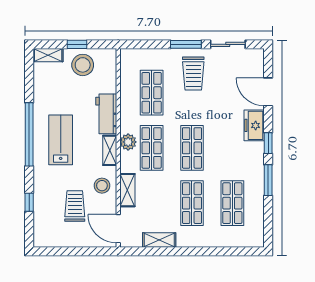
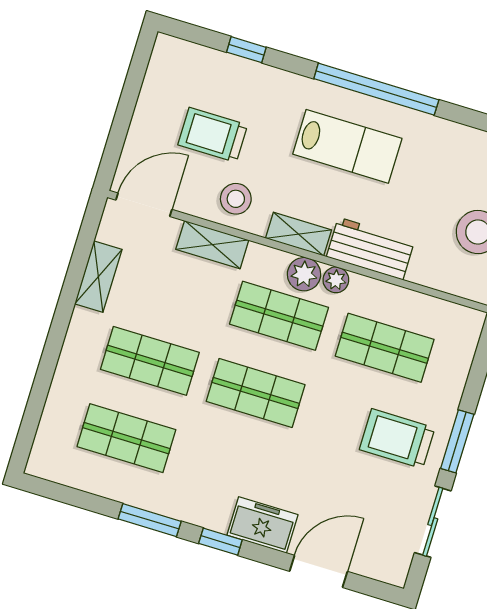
plant: (126, 126) -> (336, 280), added
trolley: (75, 206) -> (213, 135), turned 180

